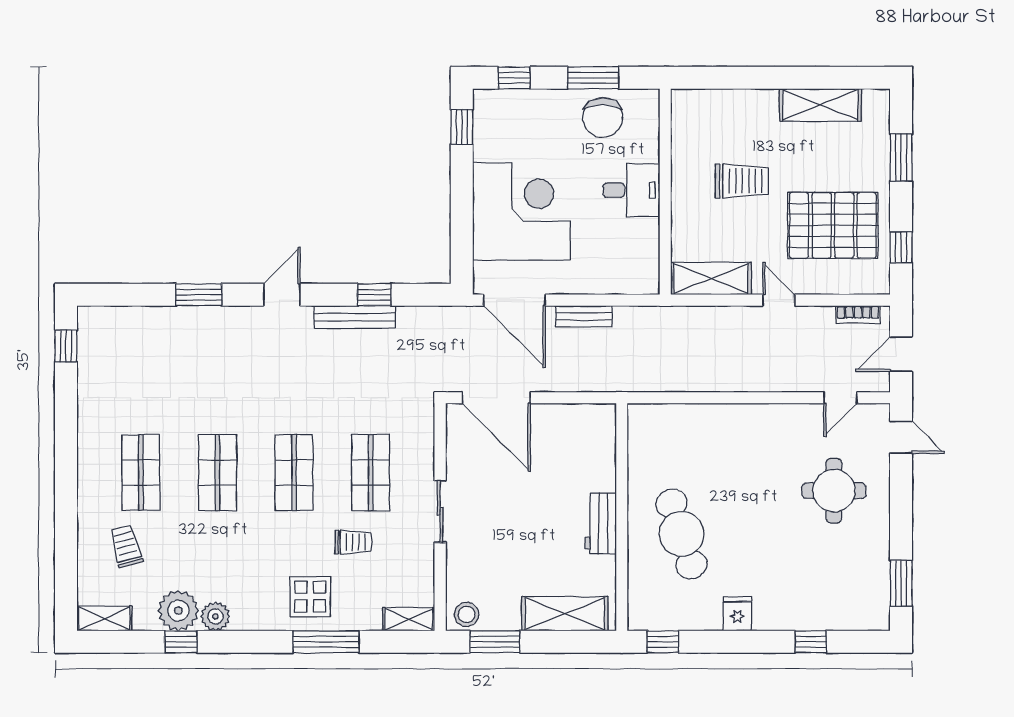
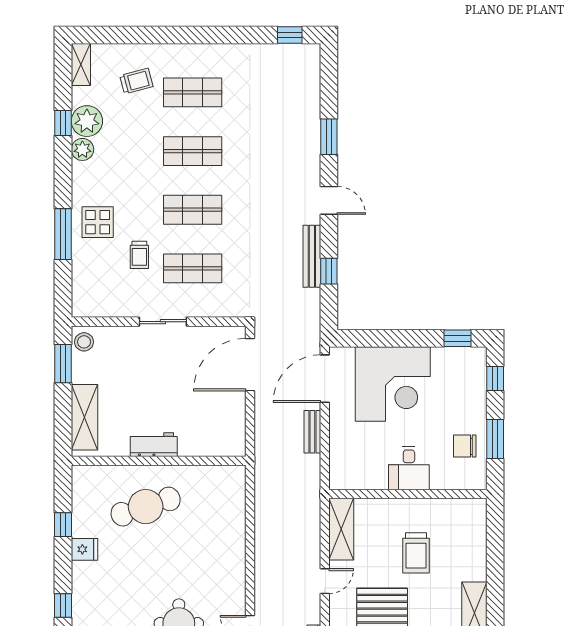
chair: (603, 117) -> (465, 446), width x0.73, depth x0.73
shelving: (409, 619) -> (80, 298), removed
window: (663, 642) -> (63, 525), moved

